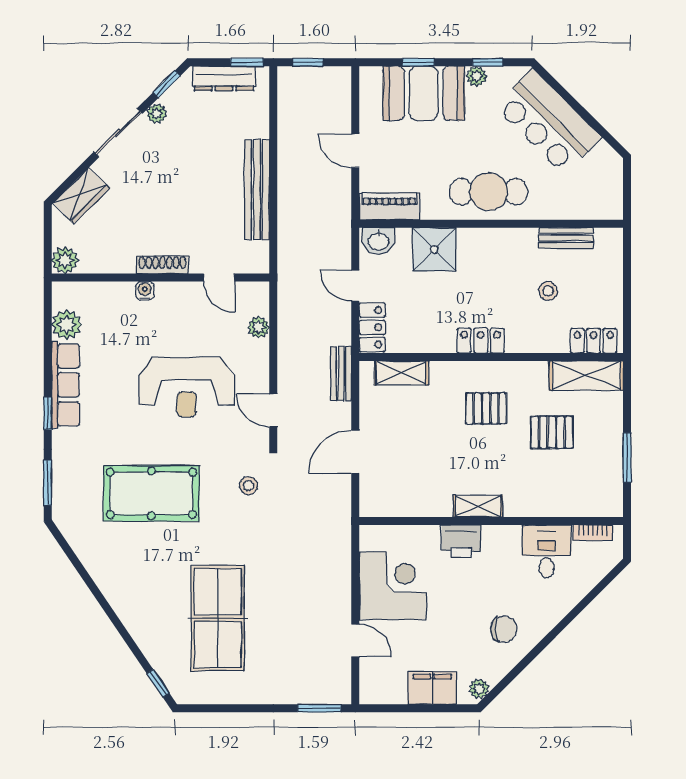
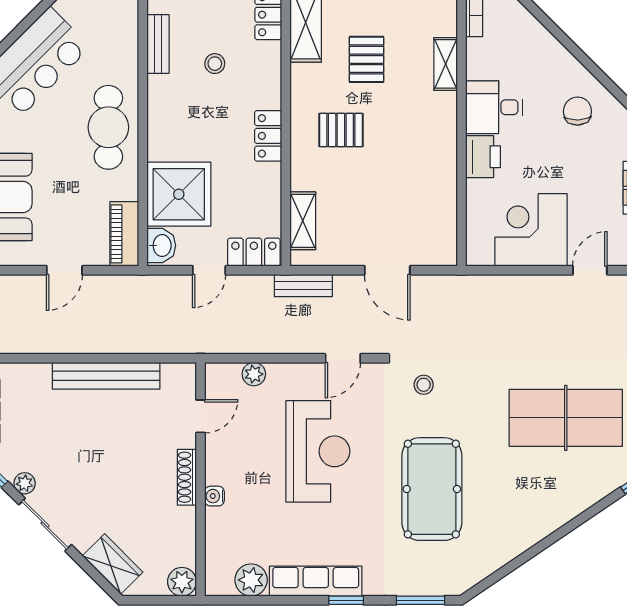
shower: (434, 249) -> (179, 194), width x1.37, depth x1.37
pallet: (486, 409) -> (341, 130), turned 90
shelving: (478, 506) -> (446, 64), moved
desk: (546, 551) -> (494, 107), moved

